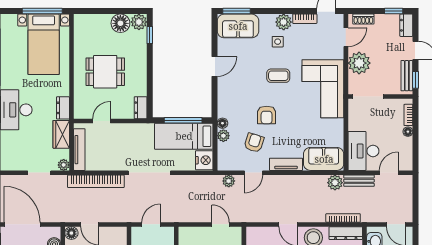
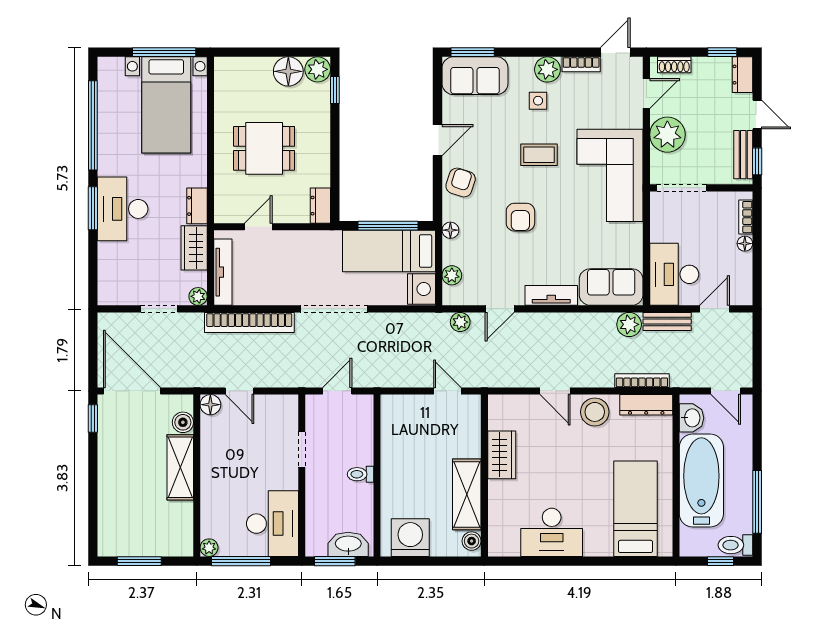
plant: (223, 136) -> (452, 275), moved
armchair: (254, 143) -> (461, 182), moved

